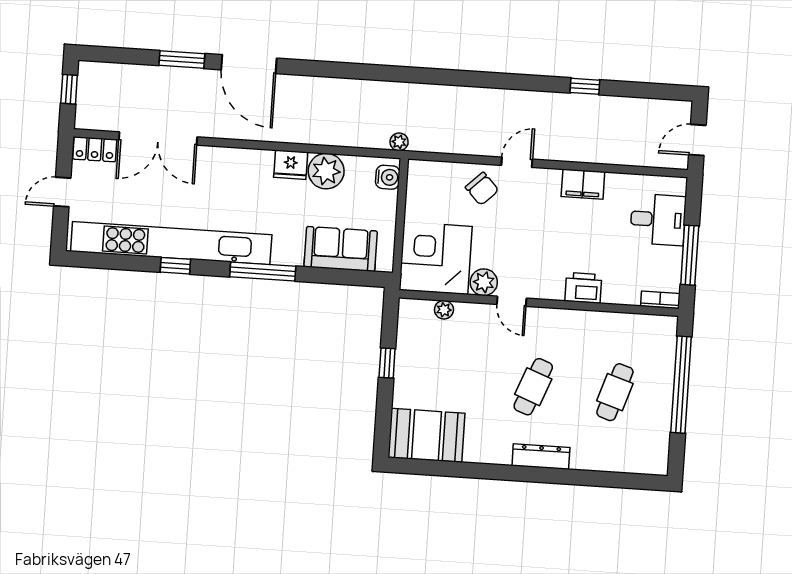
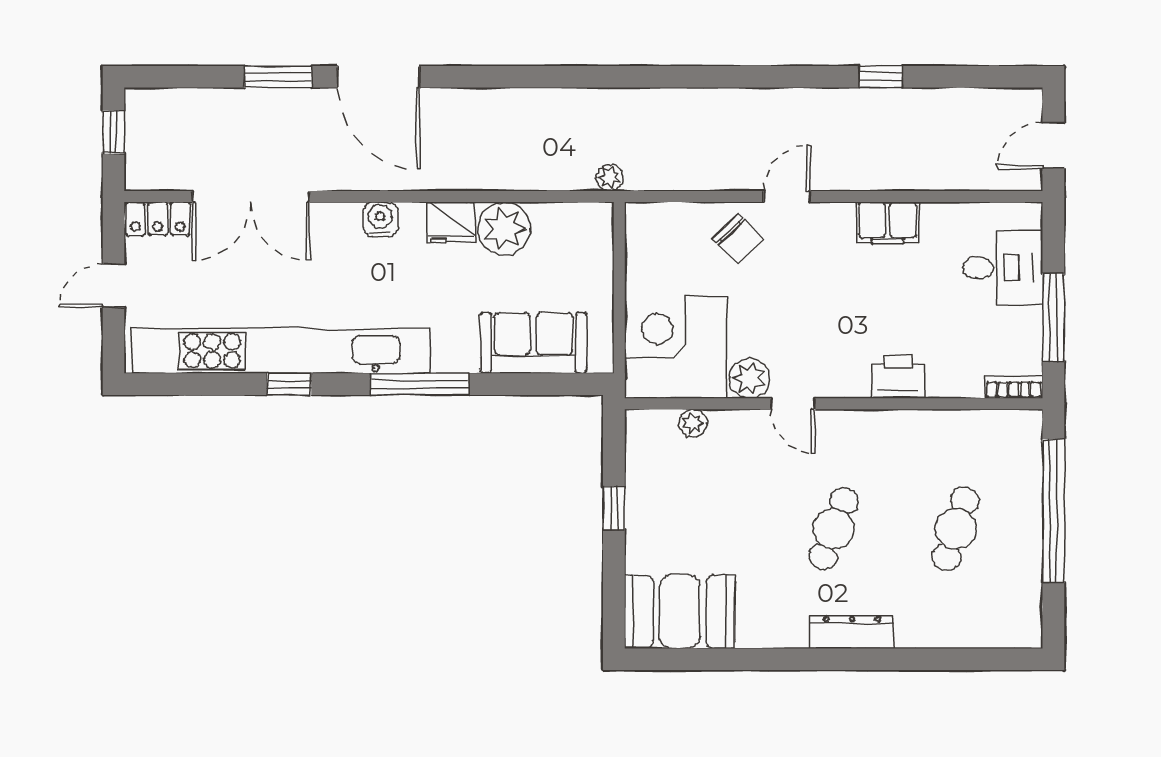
water cooler: (388, 177) -> (380, 219), moved, turned -90

